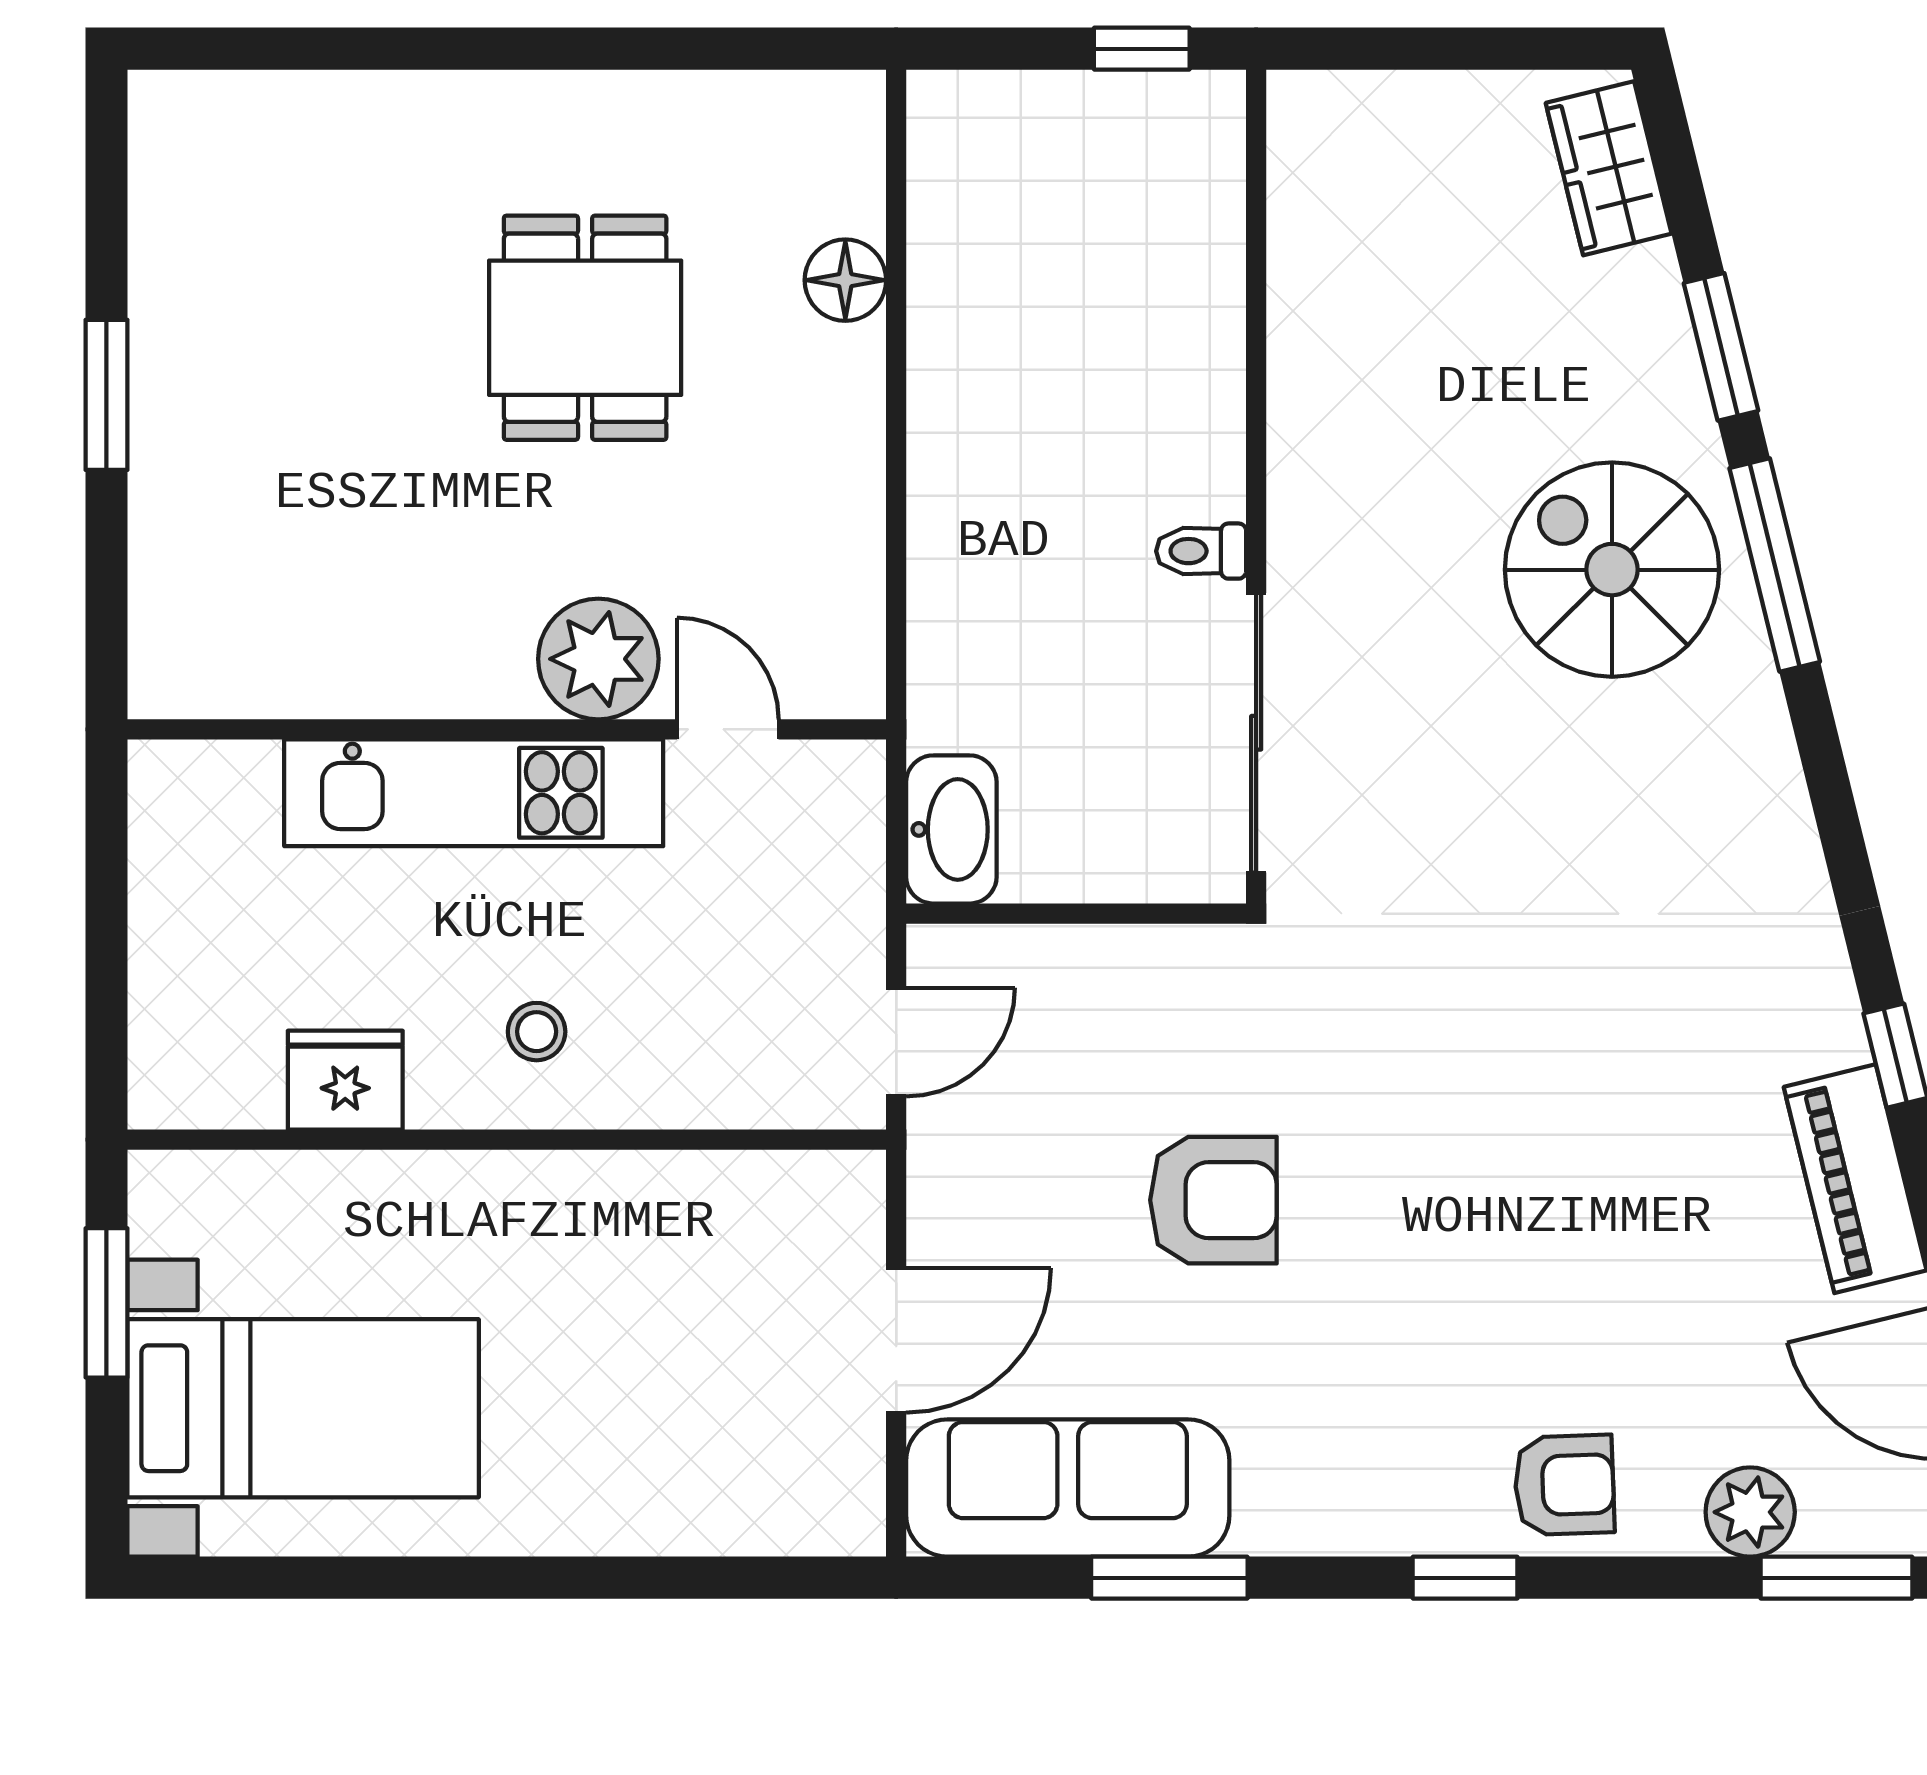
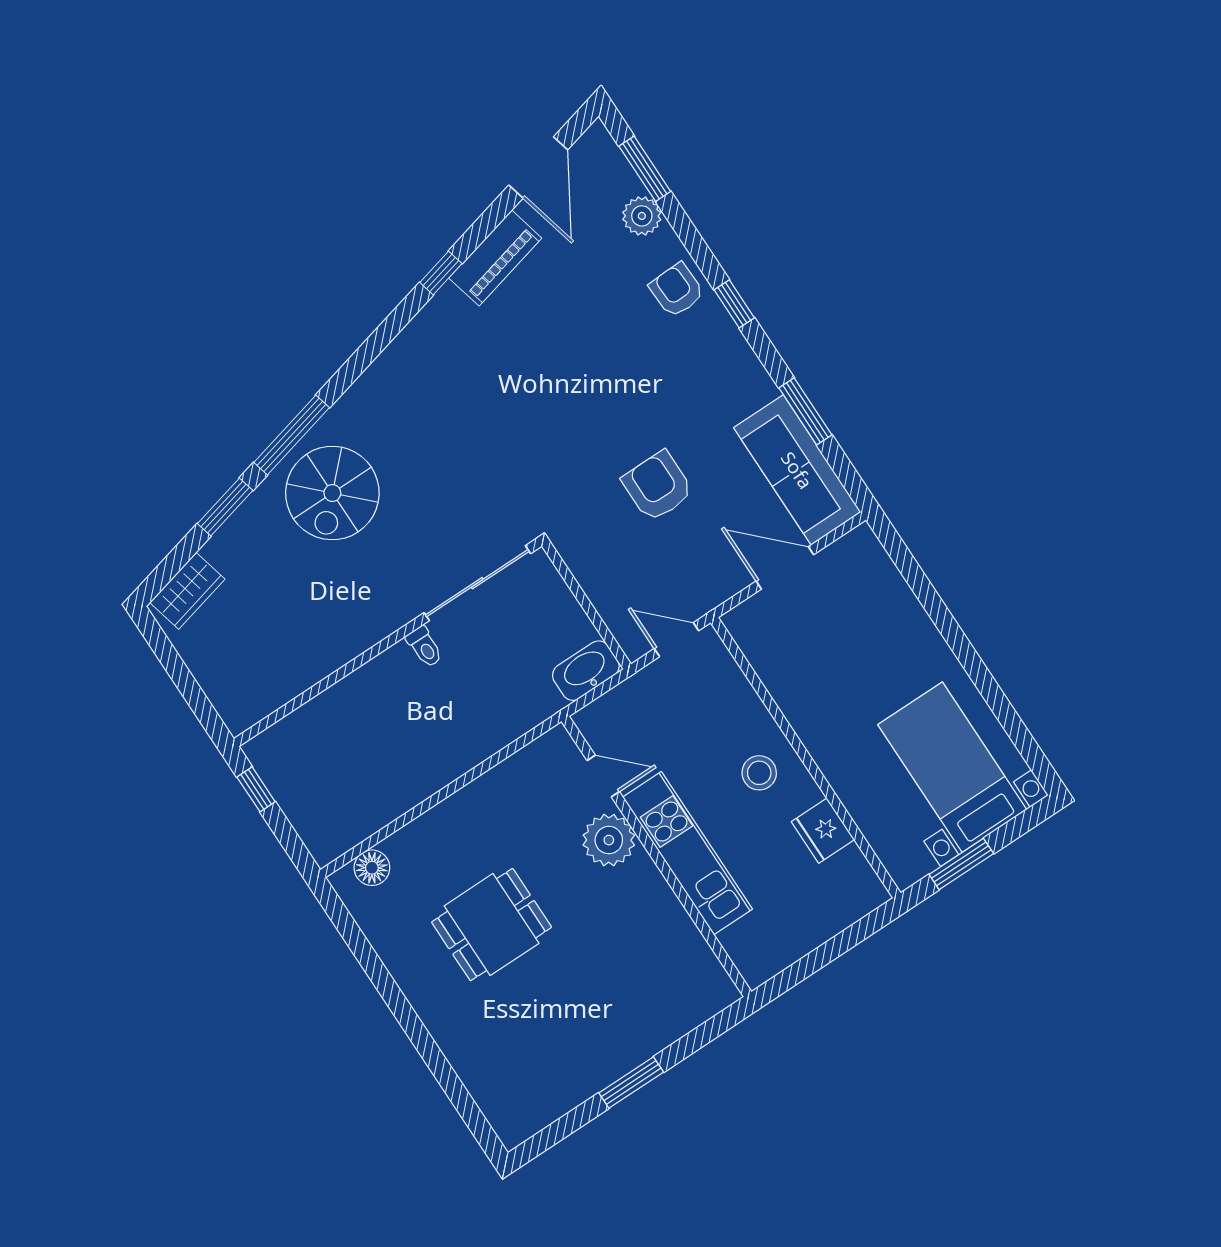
floor lamp: (845, 280) -> (372, 868), moved
door: (728, 729) -> (603, 776), swing flipped
stool: (537, 1032) -> (759, 773), width x1.37, depth x1.37

